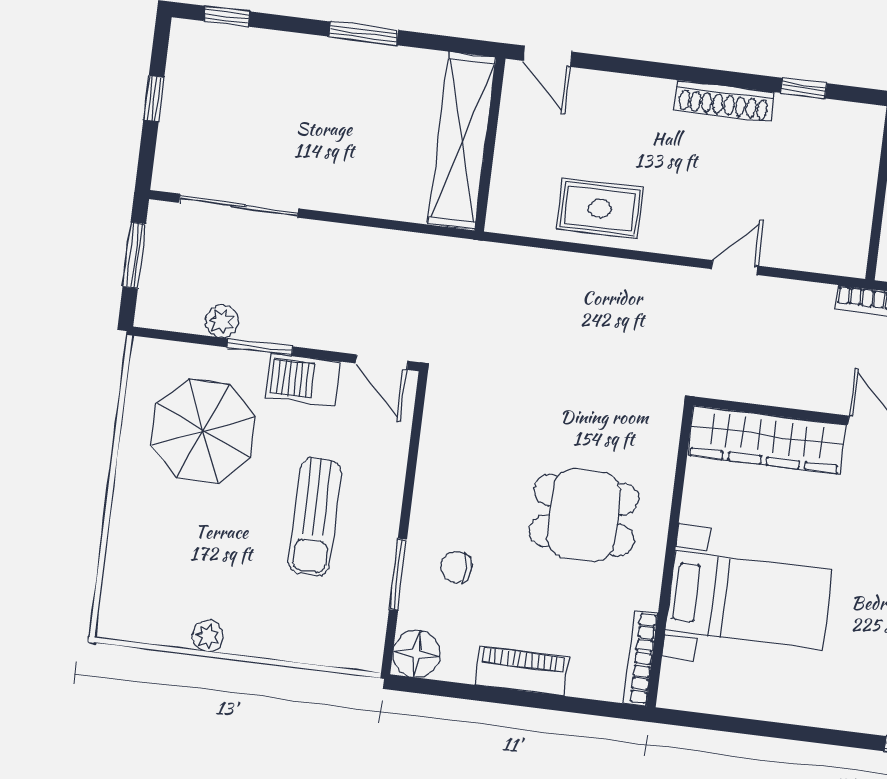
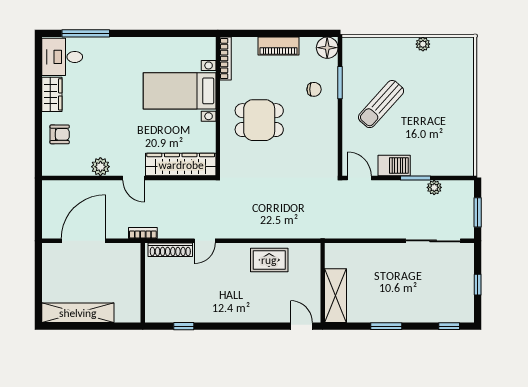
shoe rack: (724, 101) -> (170, 250), moved, turned 180
shelving: (462, 141) -> (336, 296), width x0.68
parasol: (203, 431) -> (436, 137), removed
sun lounger: (315, 517) -> (381, 104), turned -138

